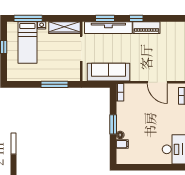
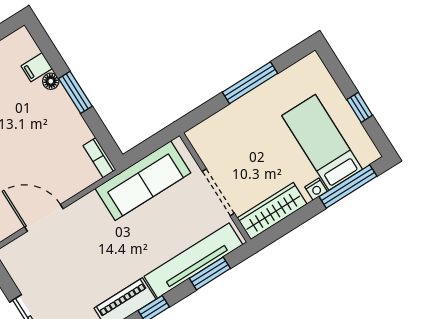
window: (54, 84) -> (250, 83), moved

